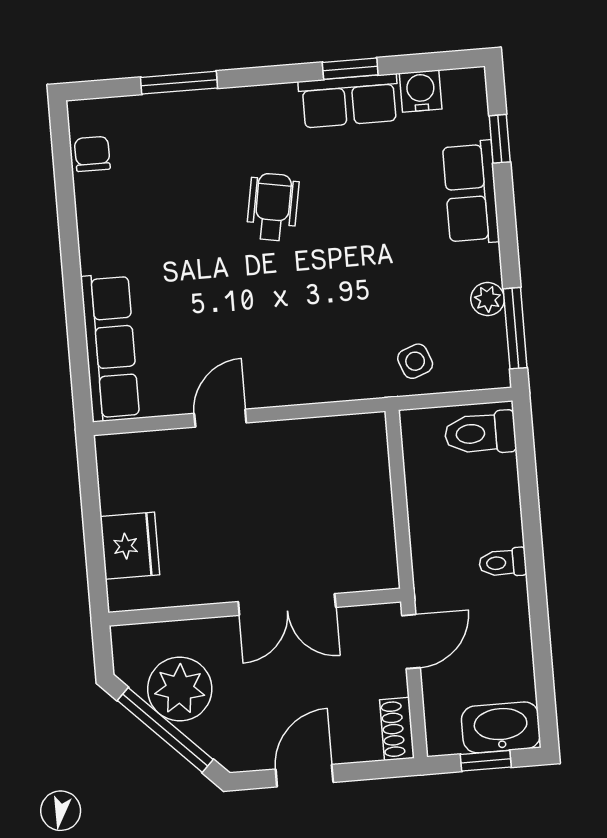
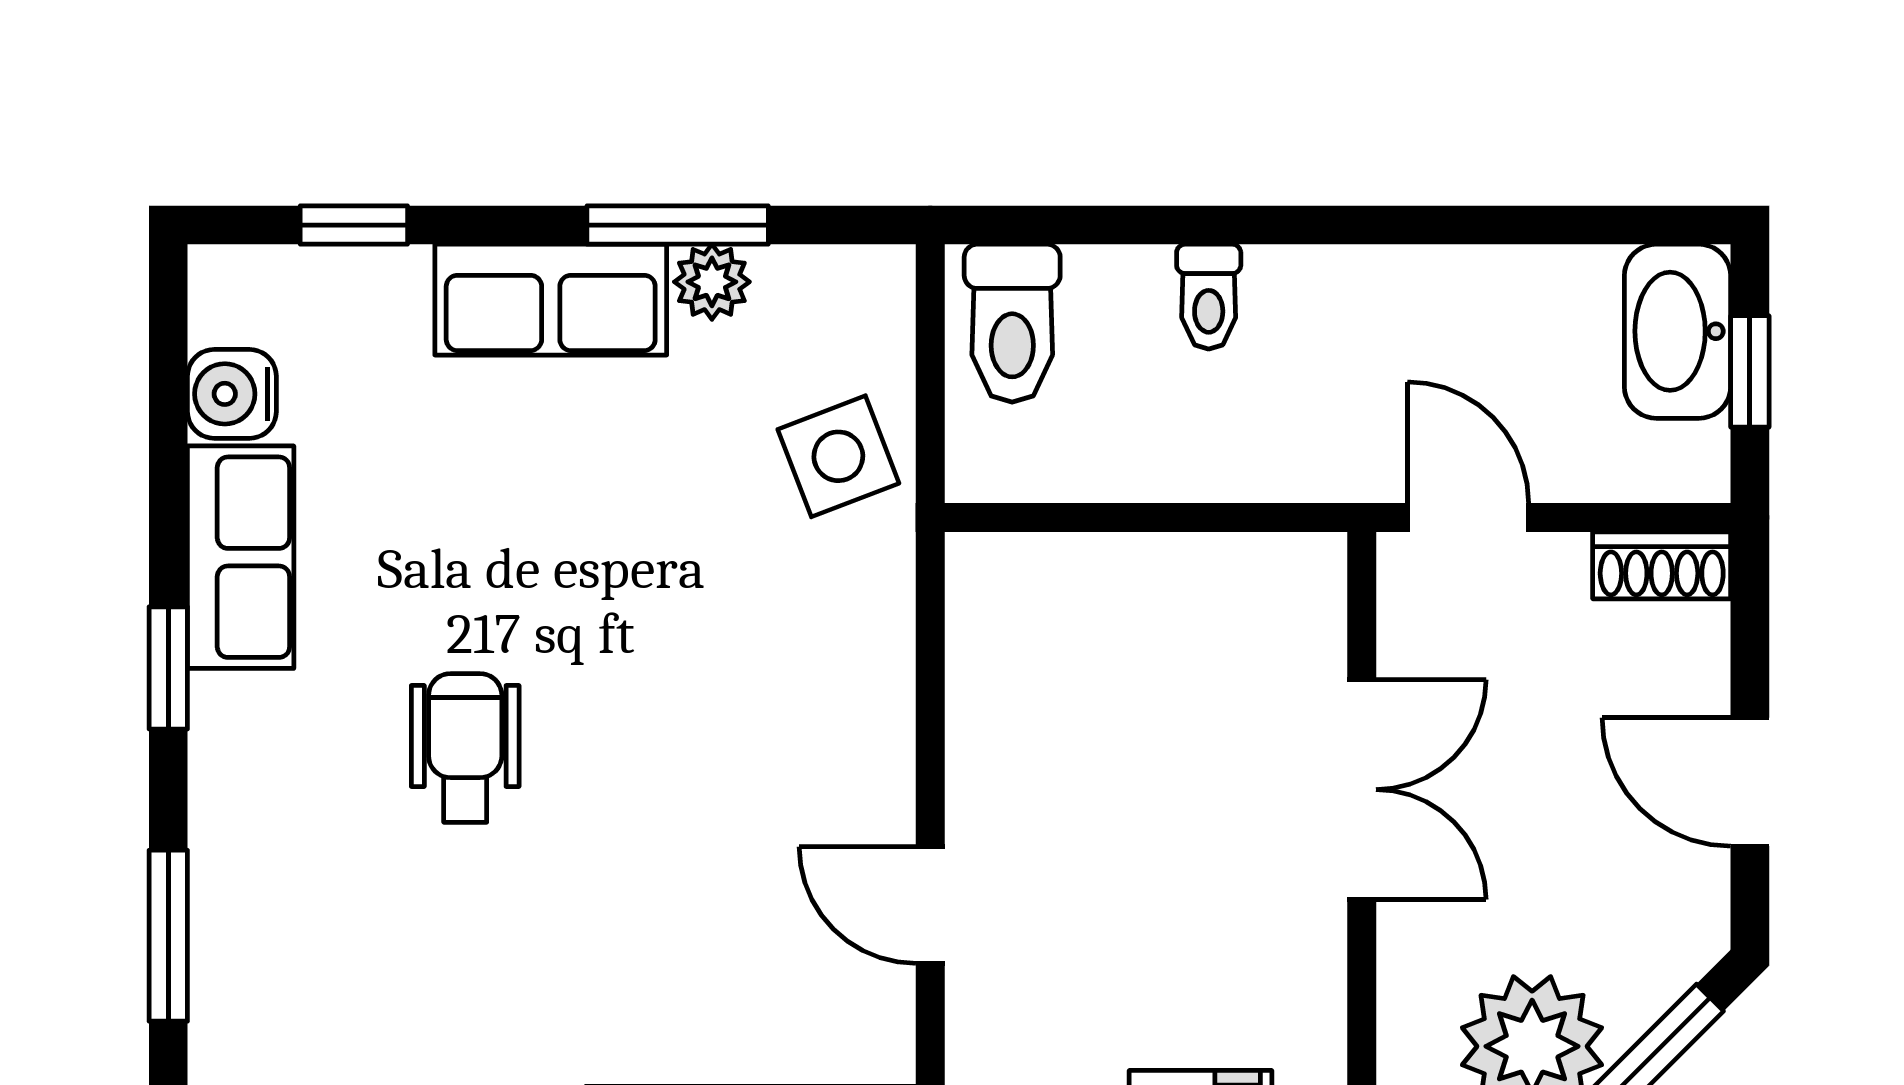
window: (350, 69) -> (168, 668), moved
row of seats: (471, 193) -> (551, 300), moved
wheelchair: (273, 207) -> (465, 748), turned 80
window: (515, 328) -> (678, 225), moved
side table: (415, 361) -> (838, 456), width x1.37, depth x1.37
toilet: (503, 563) -> (1209, 297), moved

